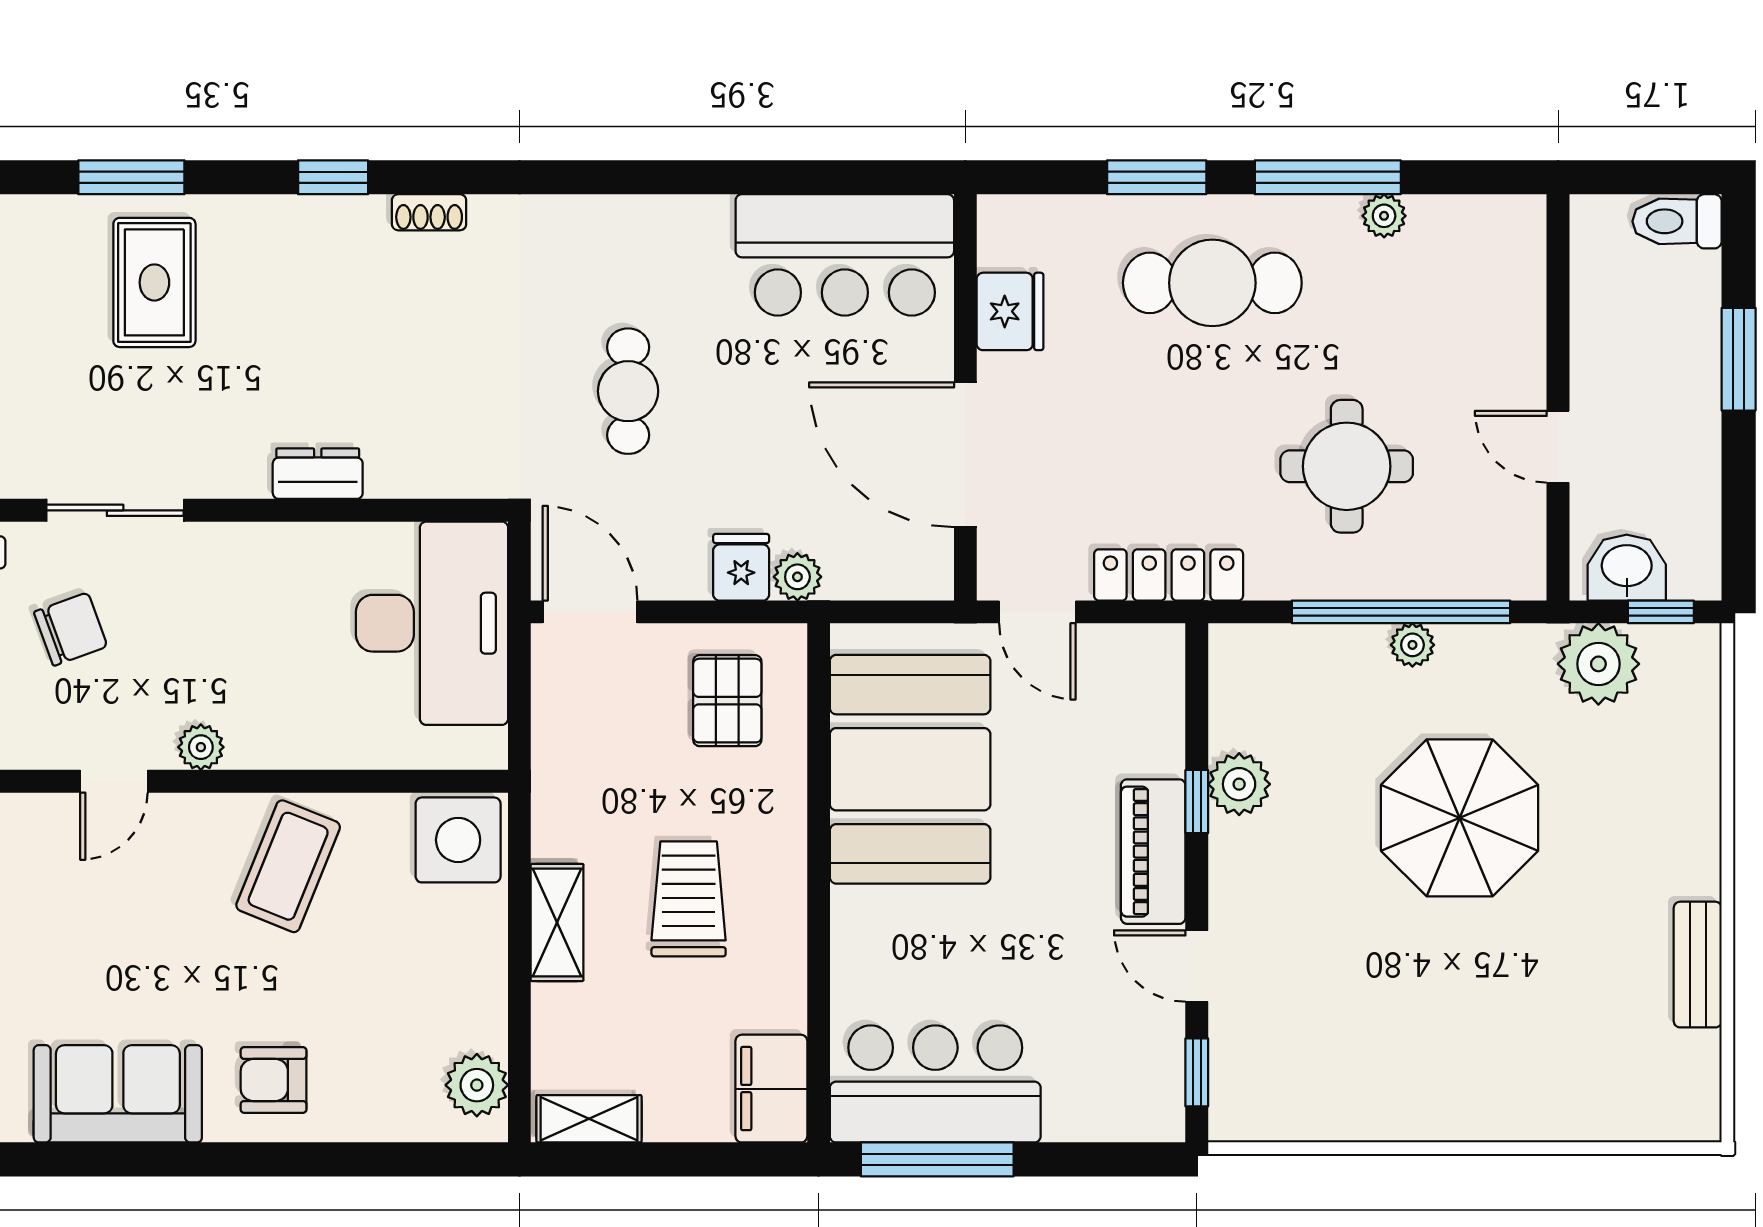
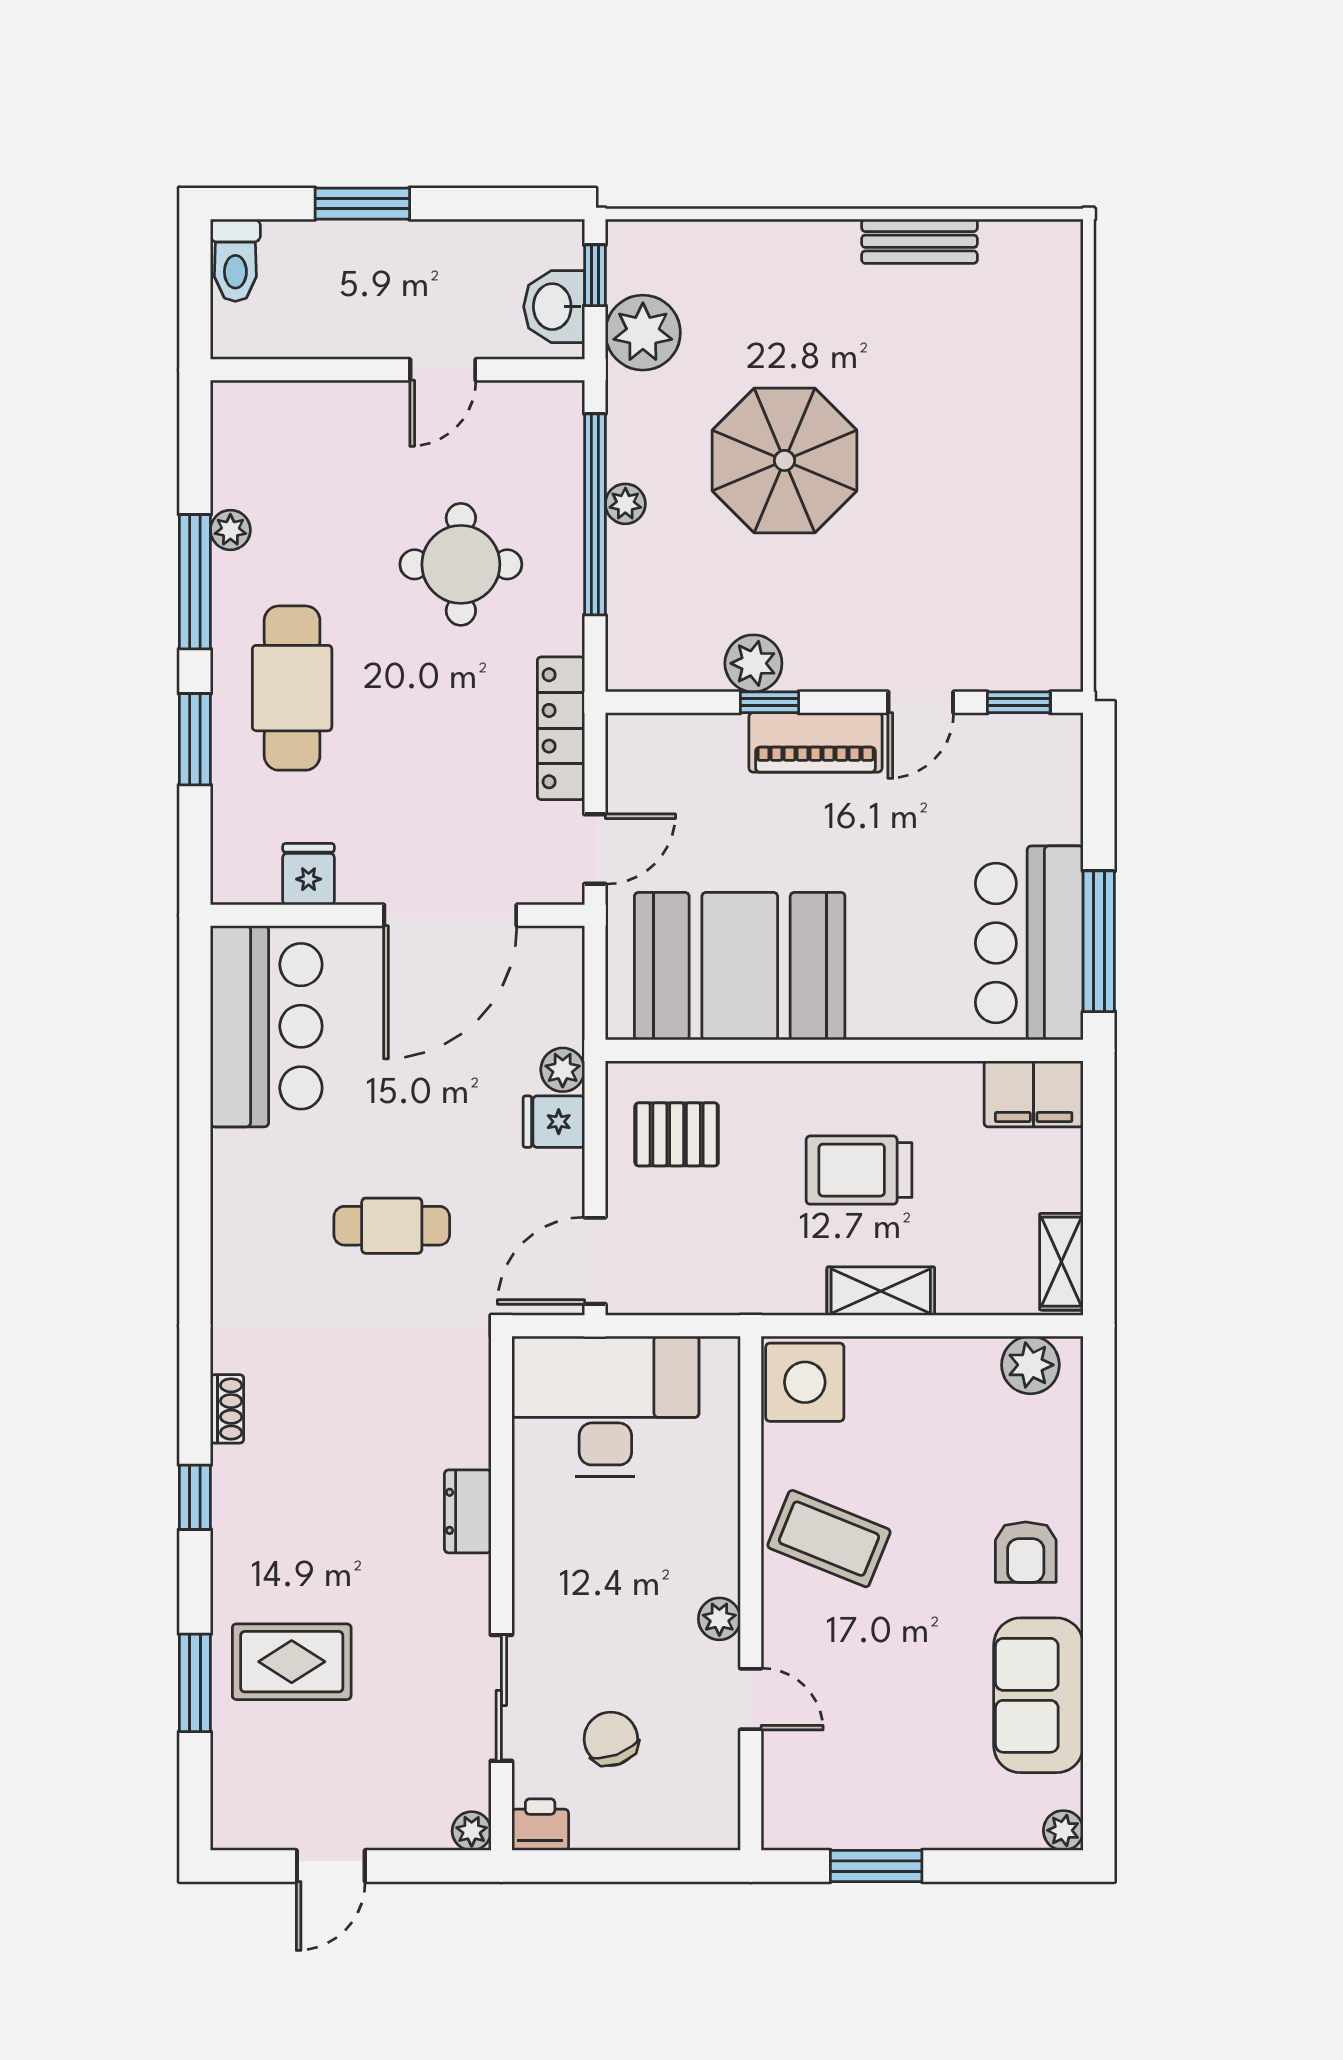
fridge: (1010, 311) -> (309, 874), width x0.72

